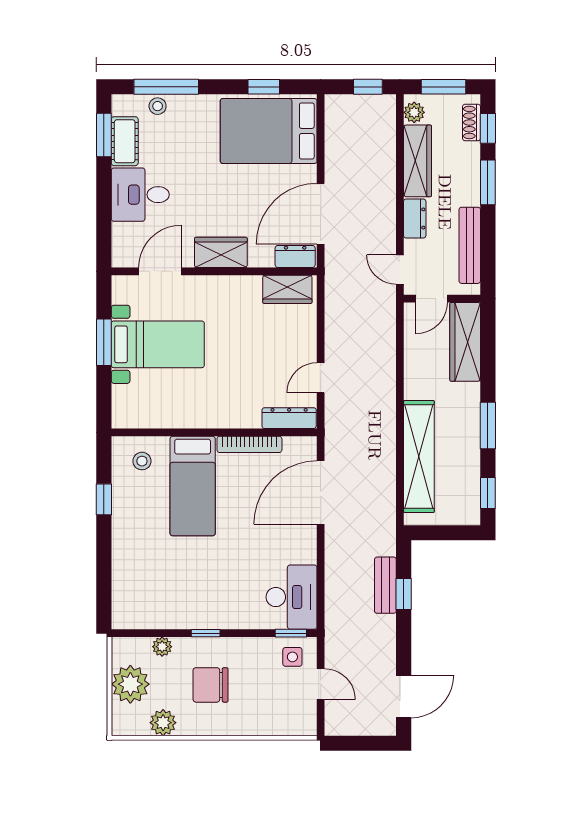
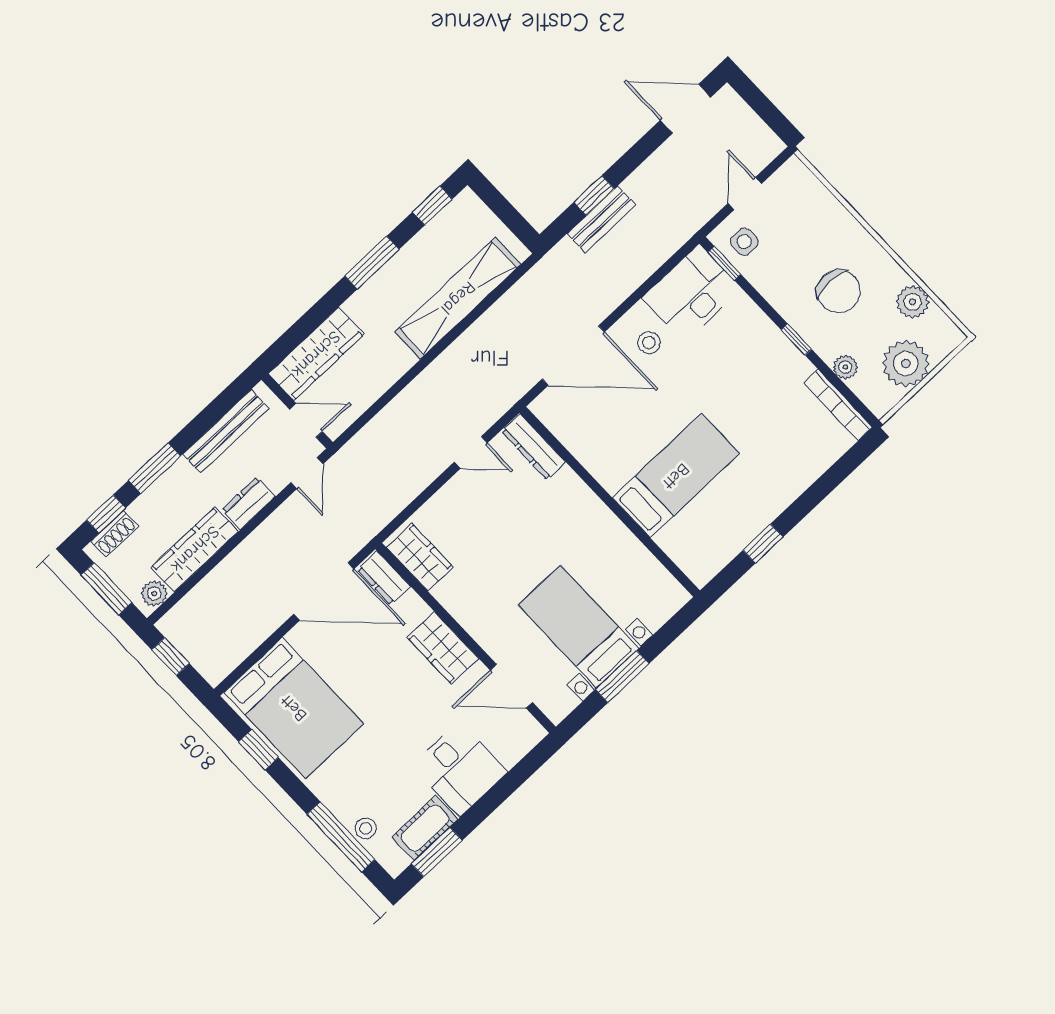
bookcase: (249, 444) -> (838, 405), moved, turned 180
stool: (142, 461) -> (649, 343), moved

